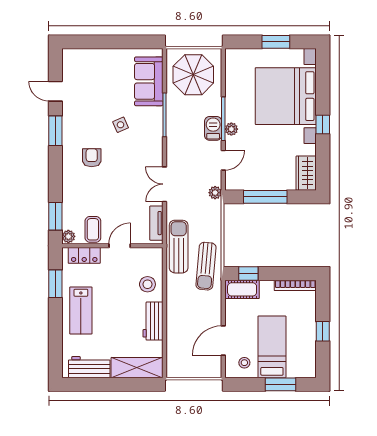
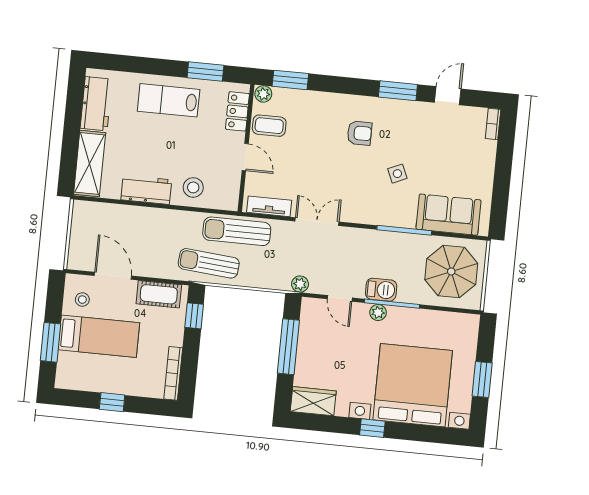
bookcase: (74, 53) -> (493, 124), added
sun lounger: (179, 247) -> (237, 231), turned 180
cot: (242, 289) -> (159, 294), moved, turned 90

